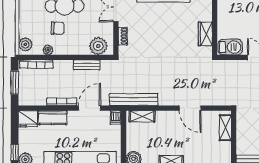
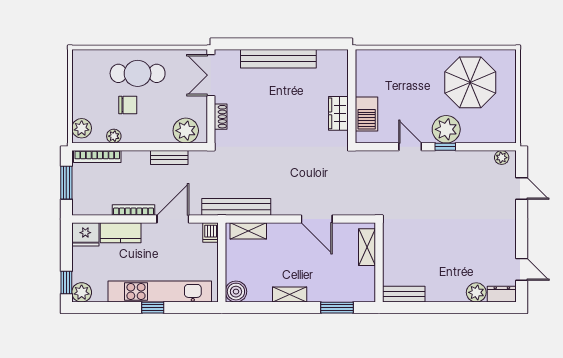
barbecue: (230, 47) -> (367, 114), moved, turned 90

